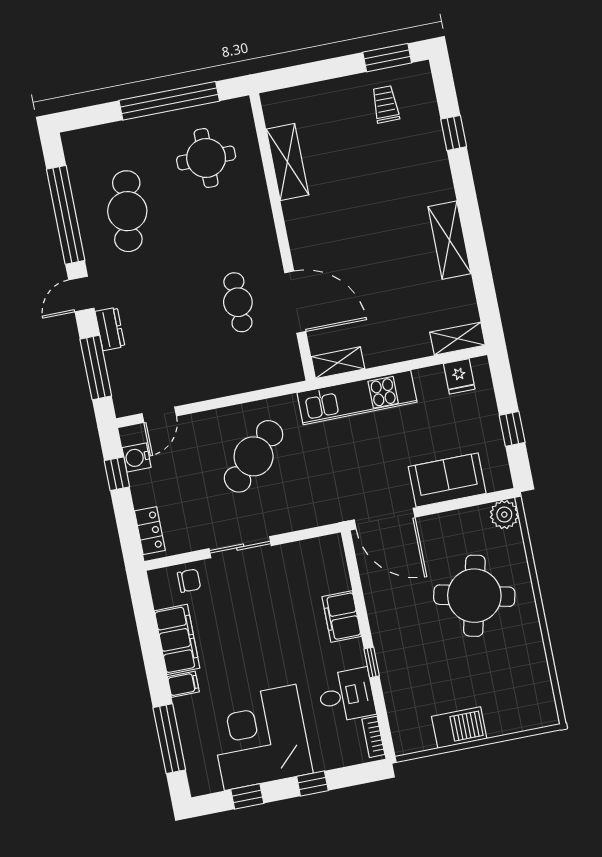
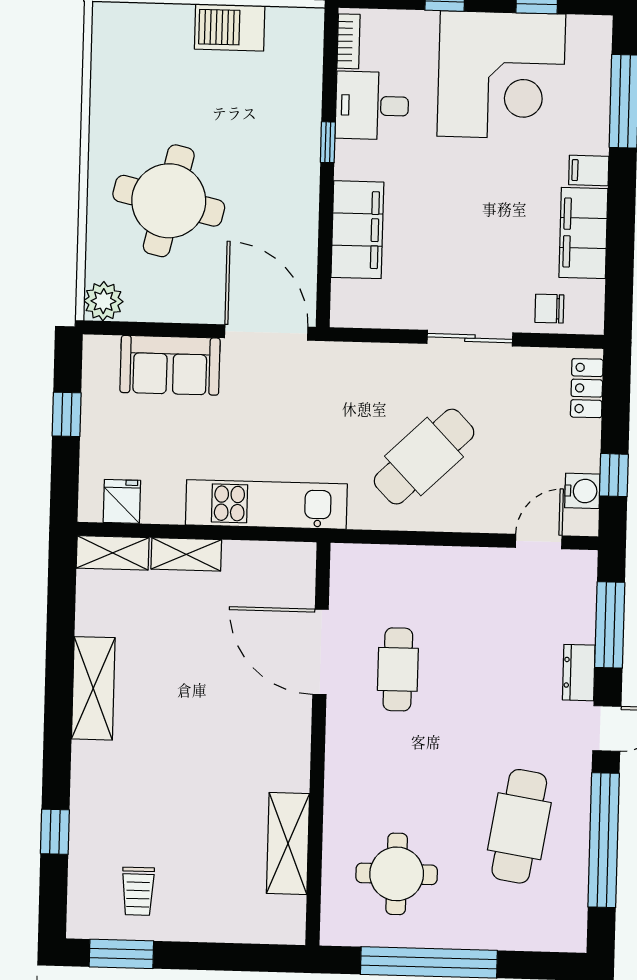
shelving: (338, 363) -> (186, 554), moved
filing cabinet: (342, 616) -> (357, 230), width x1.50, depth x1.17

